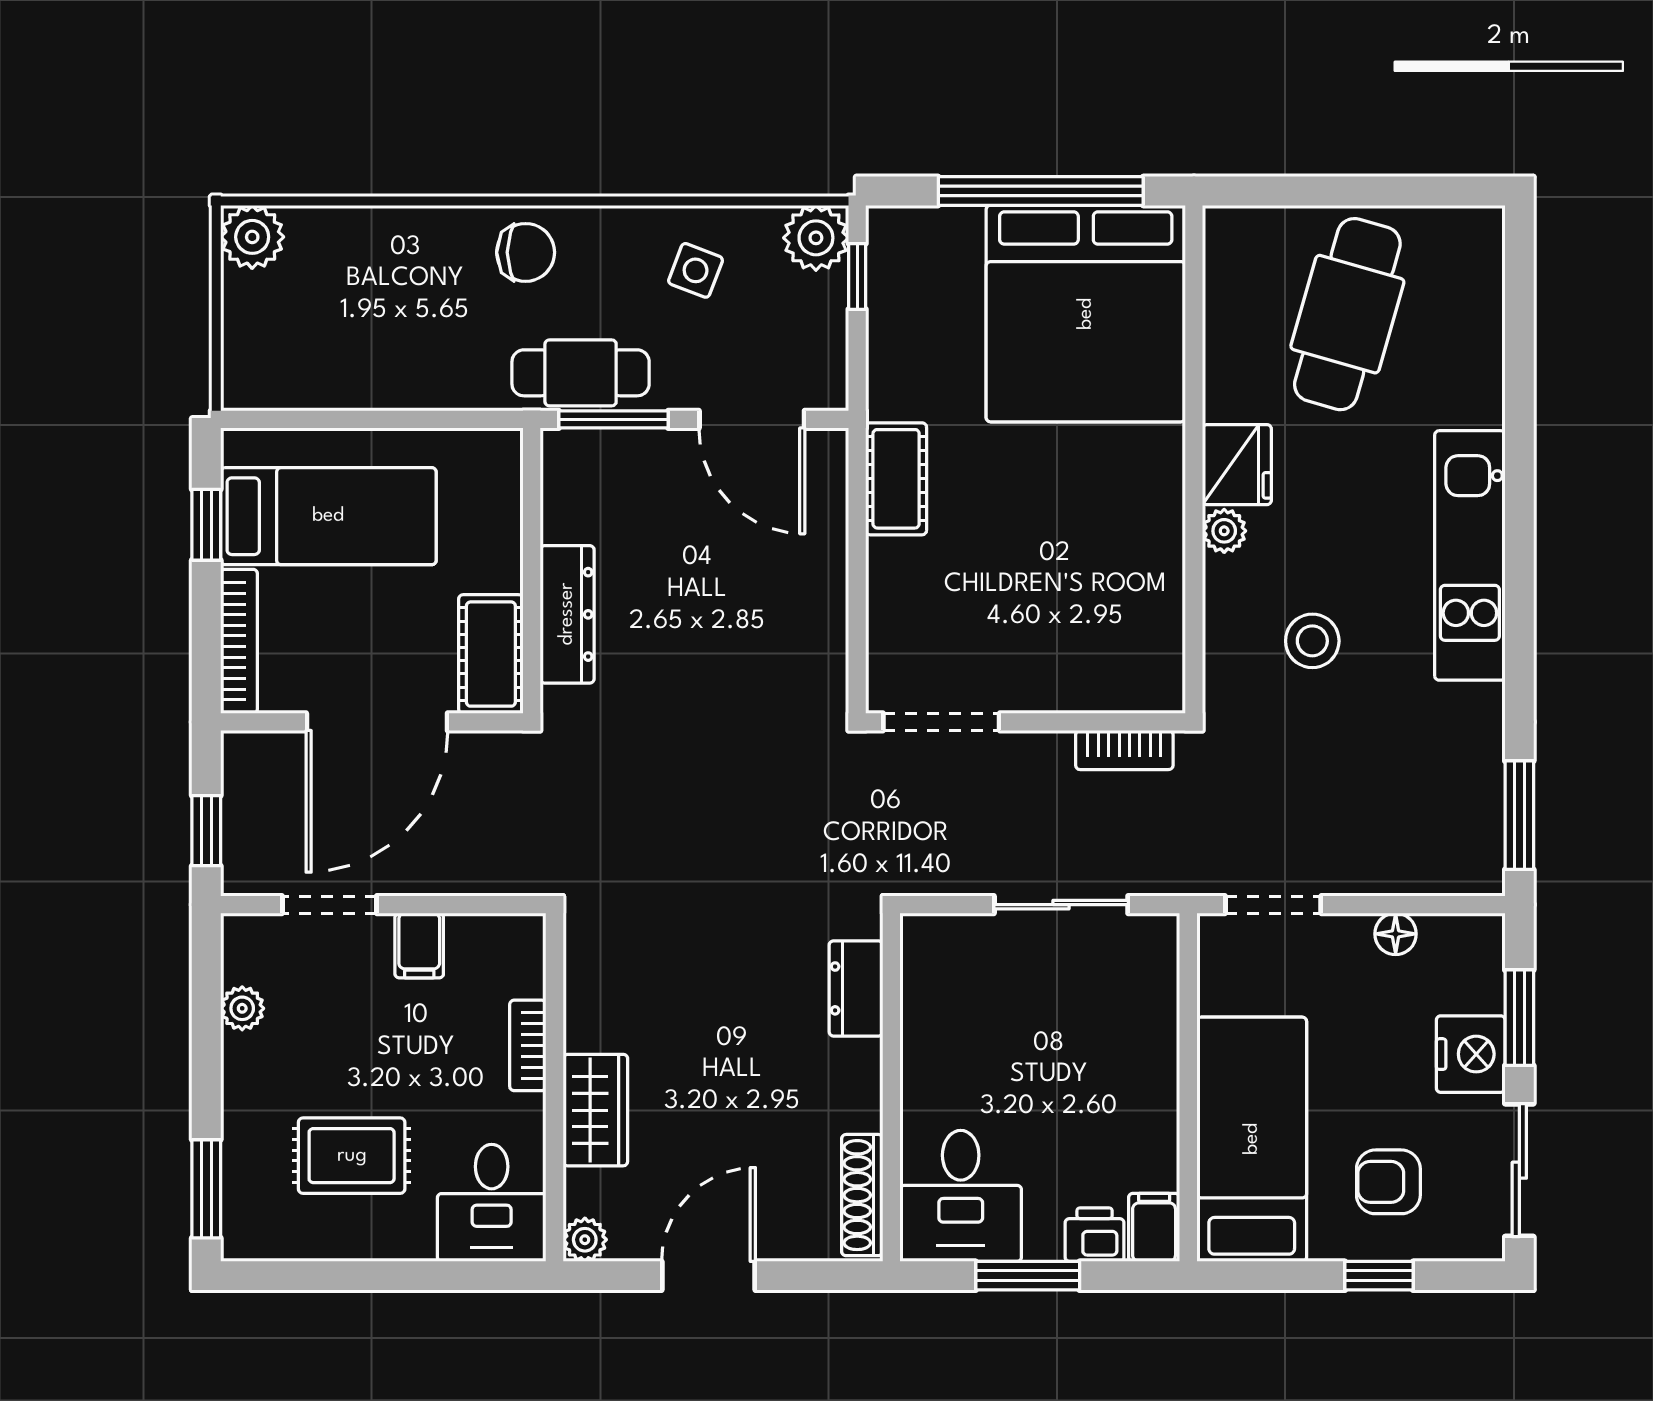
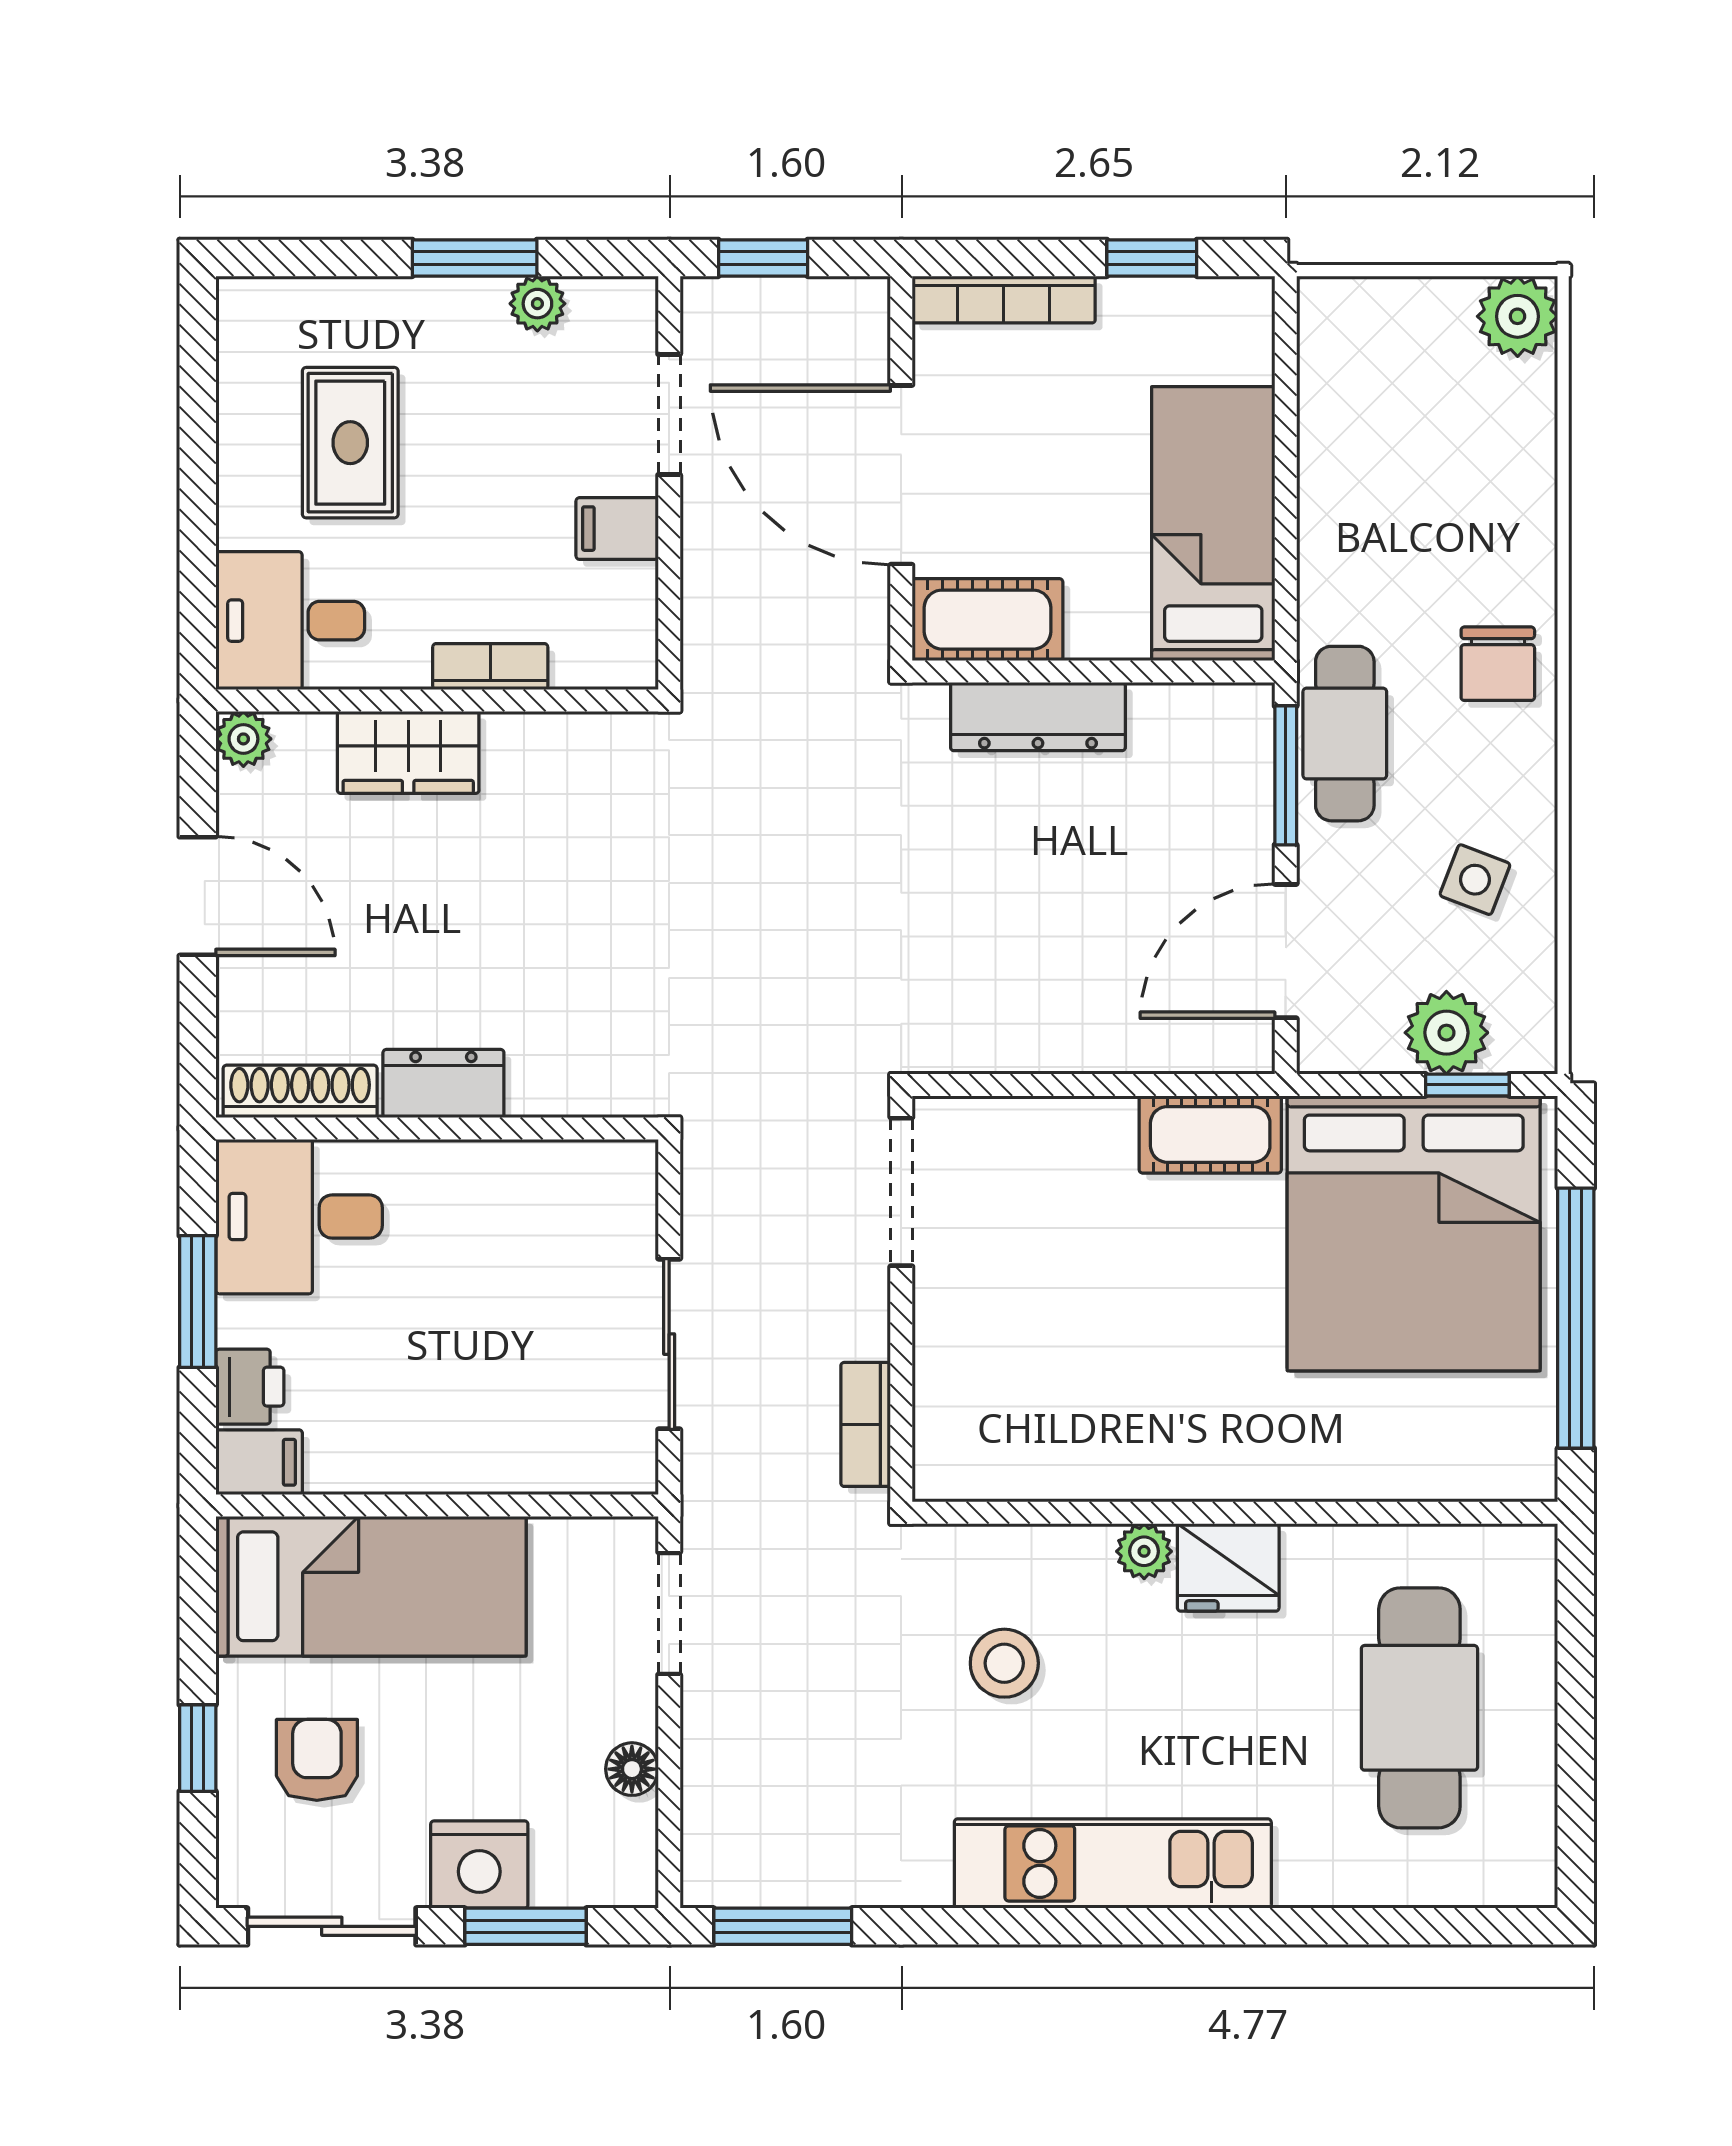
plant: (816, 238) -> (1446, 1033), moved
bed: (1086, 314) -> (1414, 1233), moved, turned -90
cafe table: (1347, 314) -> (1419, 1708), turned 74
bed: (328, 516) -> (1213, 524), moved, turned 180
dresser: (856, 988) -> (443, 1083), moved
window: (206, 1189) -> (475, 258), moved

